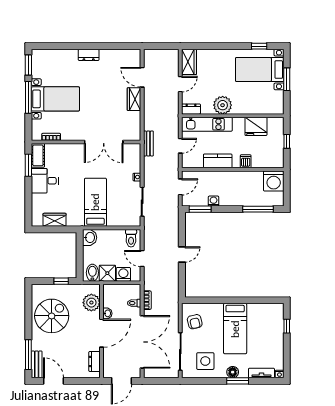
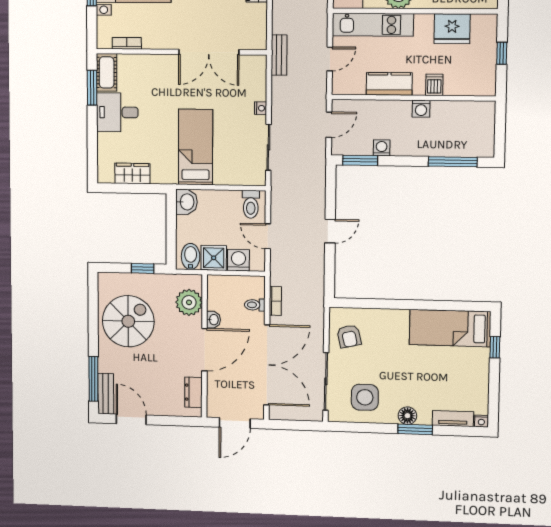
washing machine: (274, 181) -> (421, 109), moved, width x0.53, depth x0.53
bed: (235, 329) -> (450, 328), moved, turned 90

